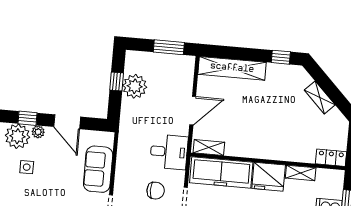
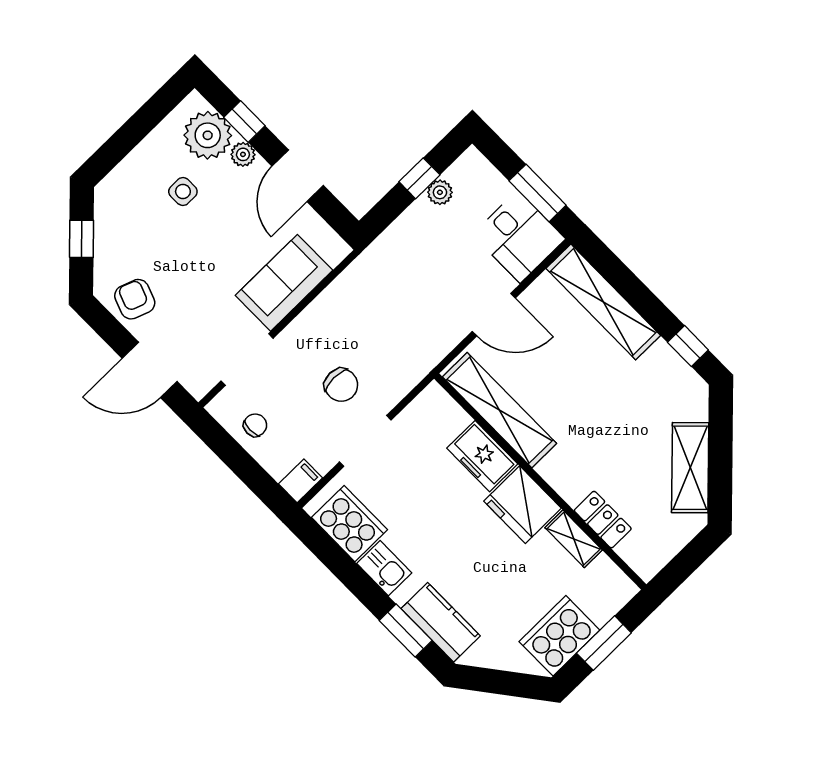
plant: (135, 86) -> (440, 192), width x0.53, depth x0.53
shelving: (320, 97) -> (690, 468), width x1.50, depth x1.33
shelving: (209, 147) -> (499, 410), width x2.20, depth x1.33
desk: (169, 152) -> (519, 237), moved
locker: (331, 158) -> (603, 520), moved
freezer: (221, 172) -> (482, 456), width x0.52, depth x0.79

